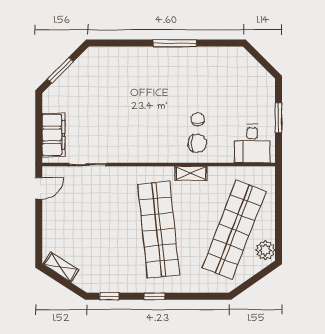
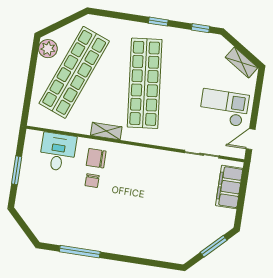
window: (175, 43) -> (80, 252), moved
desk: (252, 144) -> (58, 152), moved
checkout: (72, 217) -> (224, 108), added

